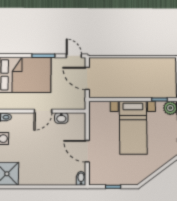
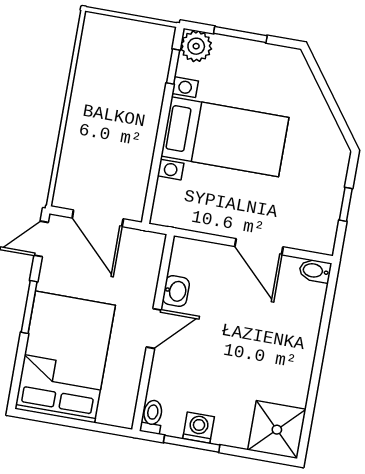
door: (87, 78) -> (98, 218), hinge flipped
door: (43, 111) -> (154, 328), hinge flipped
door: (87, 151) -> (259, 247), hinge flipped

